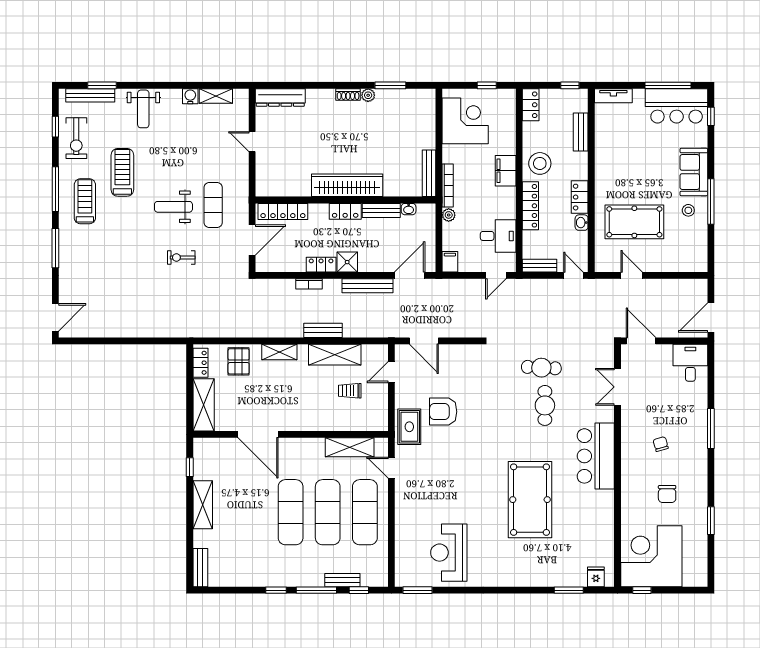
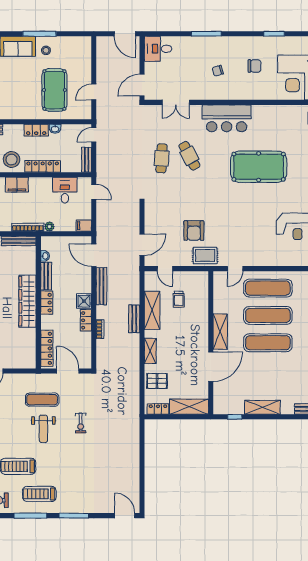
cafe table: (545, 405) -> (189, 156), turned 62
shelving: (350, 447) -> (220, 332), moved

